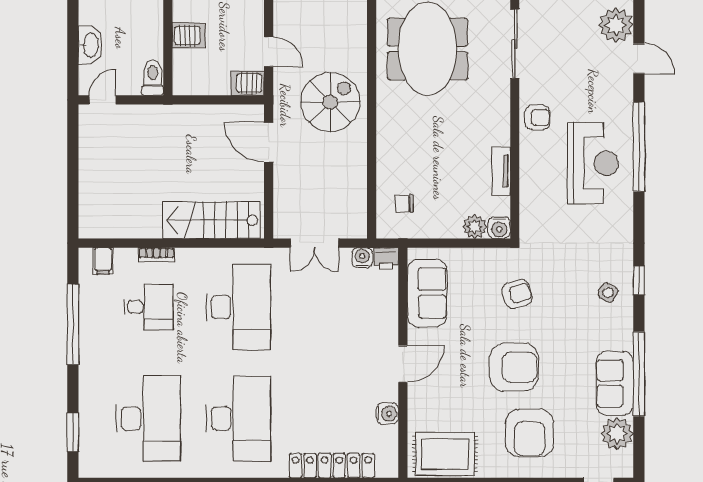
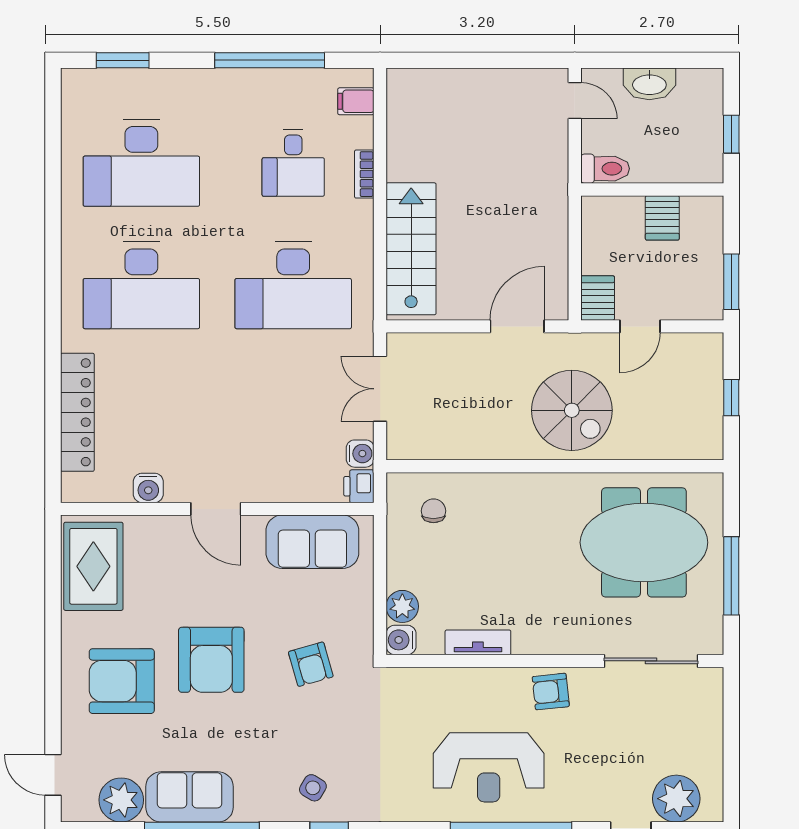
armchair: (537, 117) -> (551, 692), turned 84

